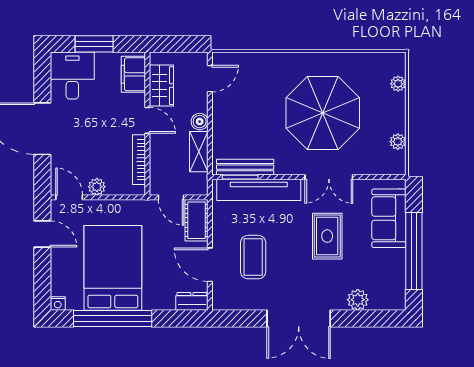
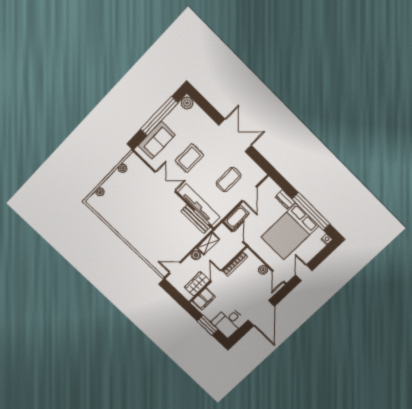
parasol: (323, 113) -> (142, 210), removed
plant: (358, 300) -> (187, 103), moved
dresser: (192, 301) -> (285, 200), moved

